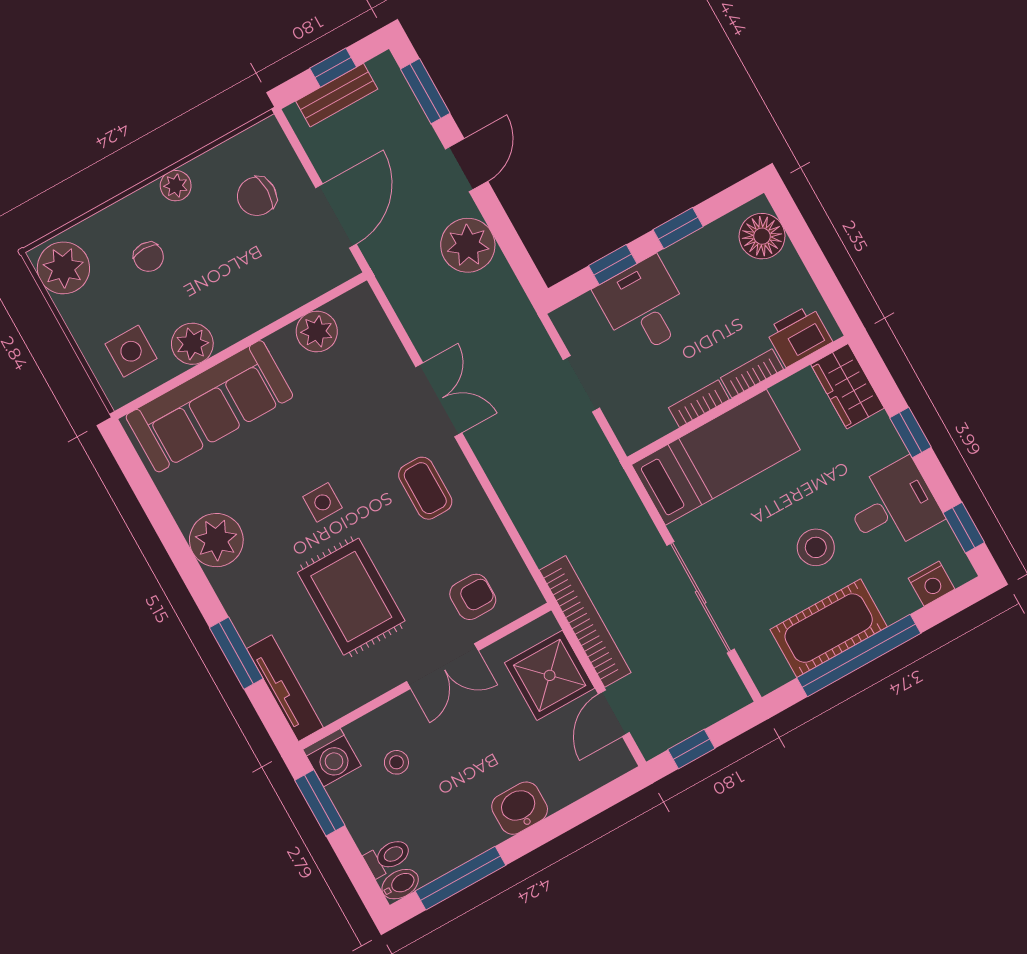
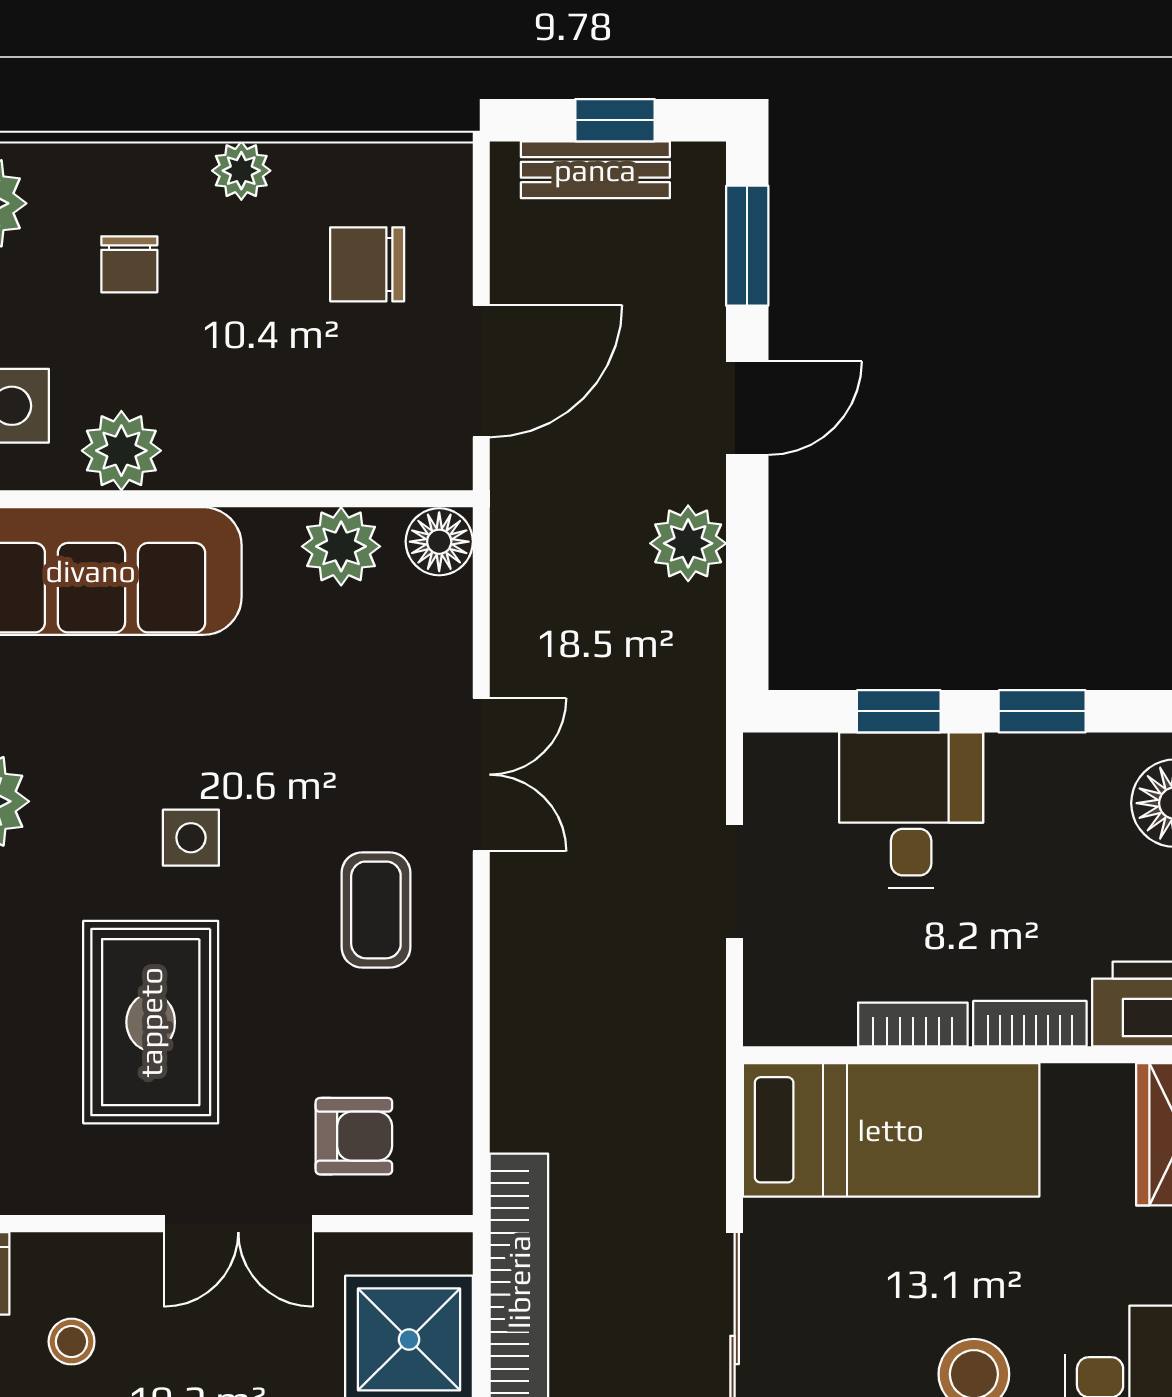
plant: (468, 245) -> (688, 543), width x0.73, depth x0.73
floor lamp: (360, 304) -> (439, 542), added

